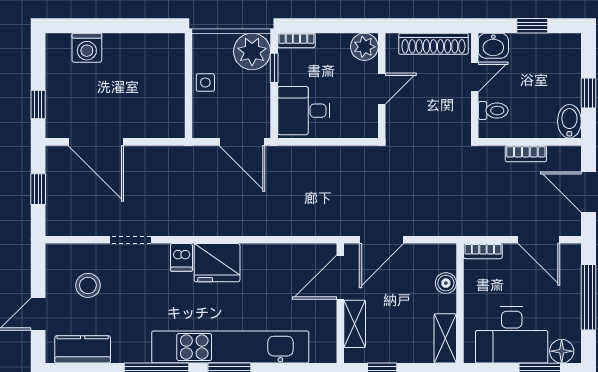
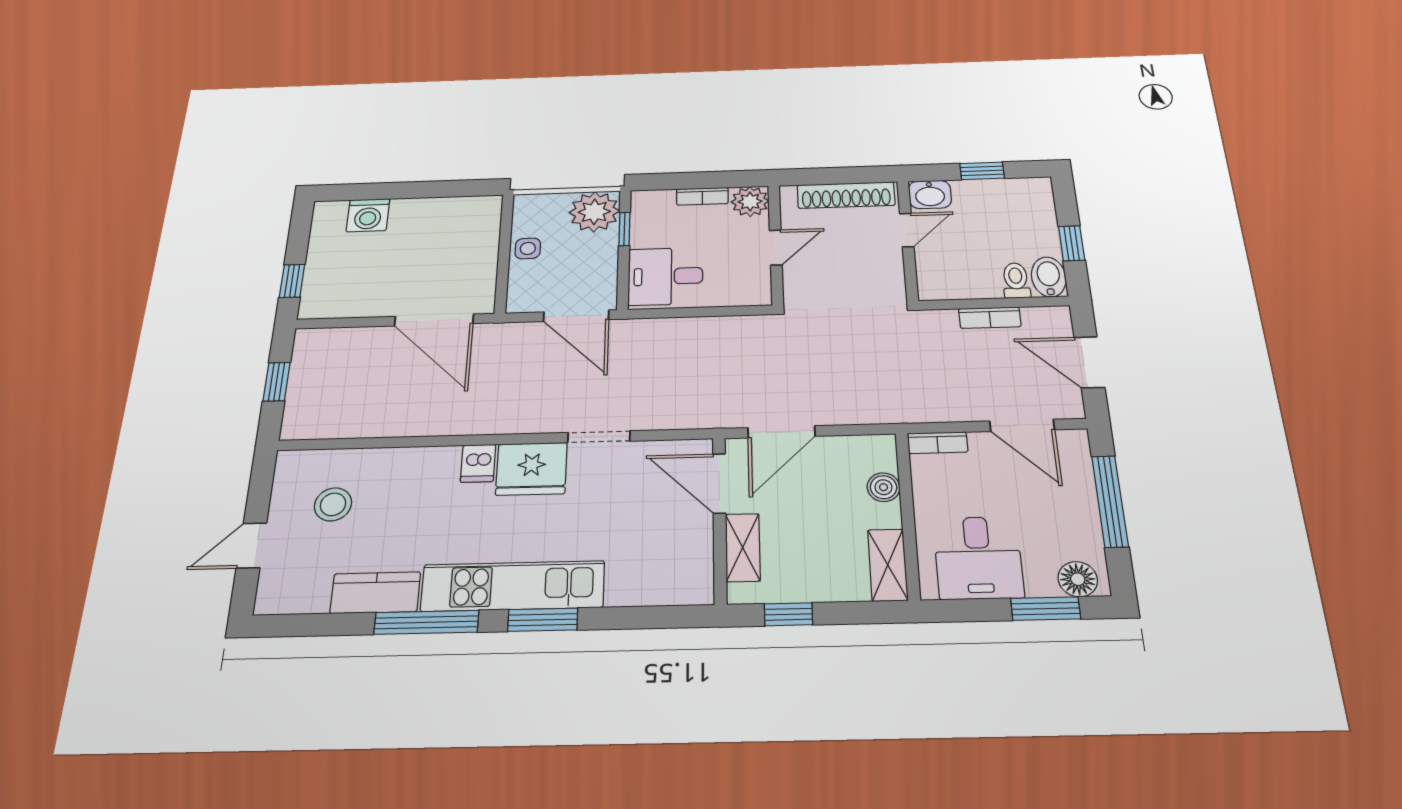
bookcase: (296, 41) -> (702, 196), moved
toilet: (493, 111) -> (1016, 280), moved, turned -90
door: (96, 142) -> (434, 320), moved
doorway: (131, 240) -> (599, 437), moved
door: (340, 277) -> (719, 483), hinge flipped
desk: (512, 335) -> (978, 558), width x0.73
kitchen unit: (230, 347) -> (513, 586), width x0.73
kitchen counter: (83, 349) -> (375, 593), moved

